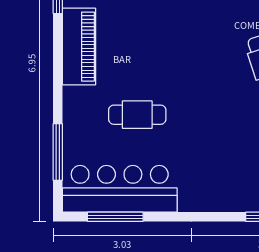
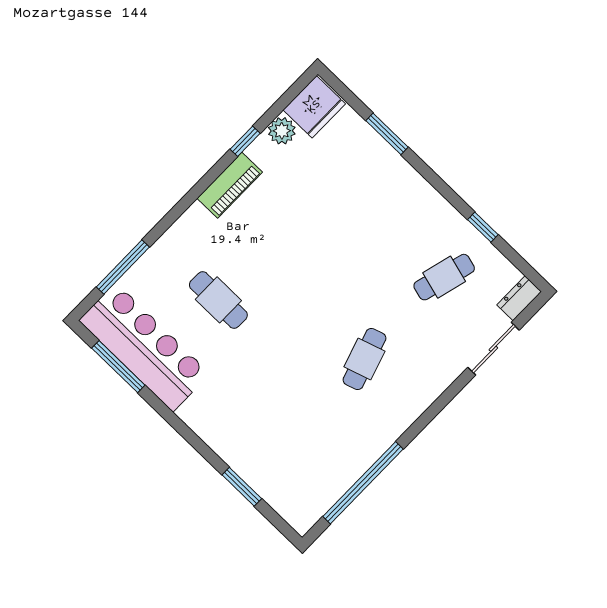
piano: (79, 47) -> (230, 185), width x0.73, depth x0.75

